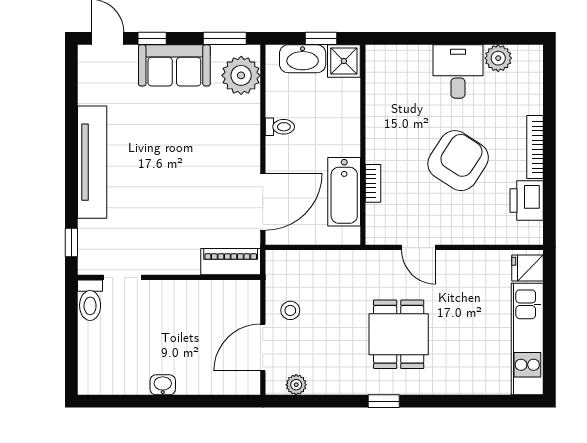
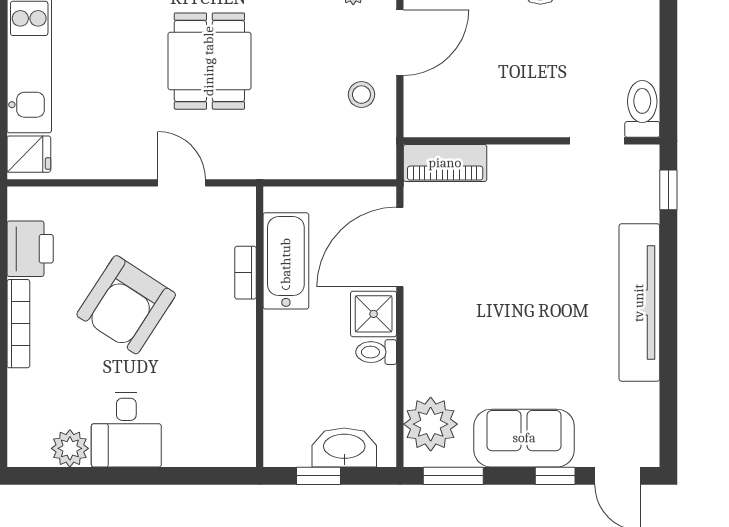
shower: (344, 61) -> (374, 314), moved

